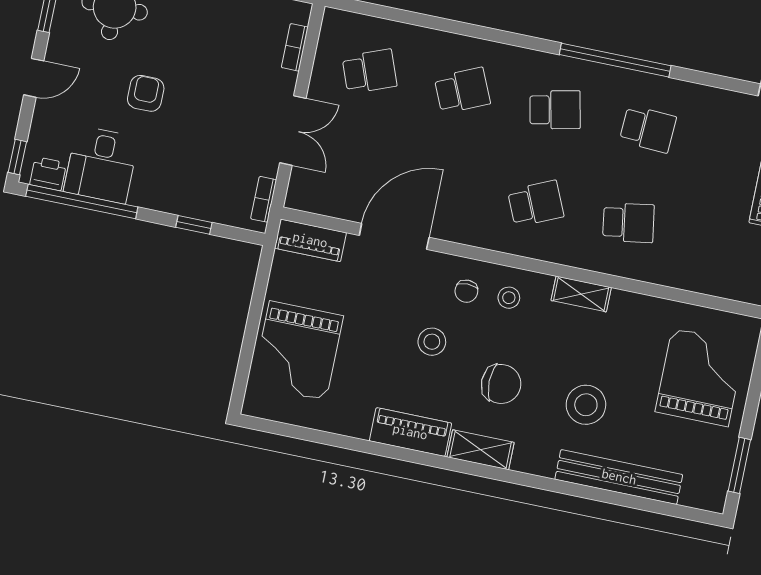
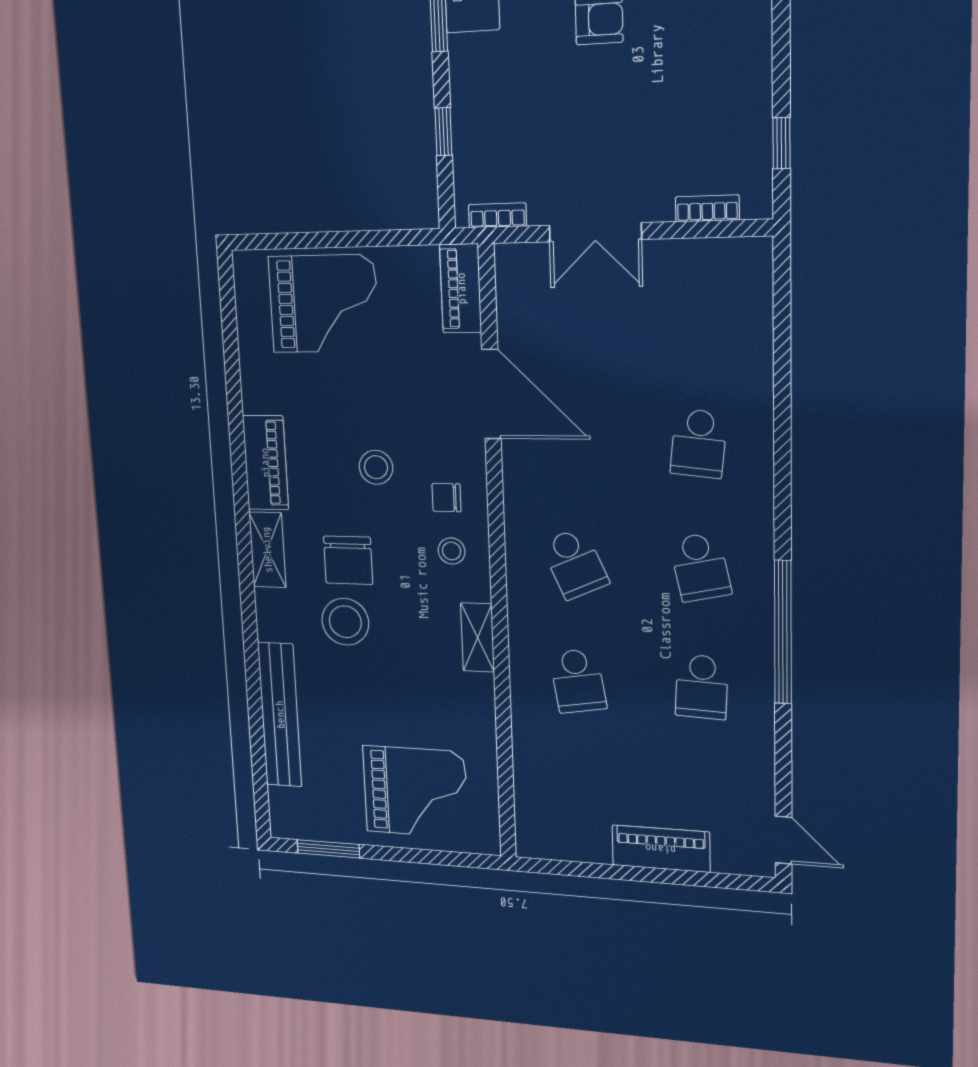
school desk: (370, 71) -> (697, 316), removed
school desk: (462, 91) -> (699, 444), turned 30
grand piano: (298, 351) -> (324, 304), turned 180
stool: (586, 405) -> (345, 622), moved

